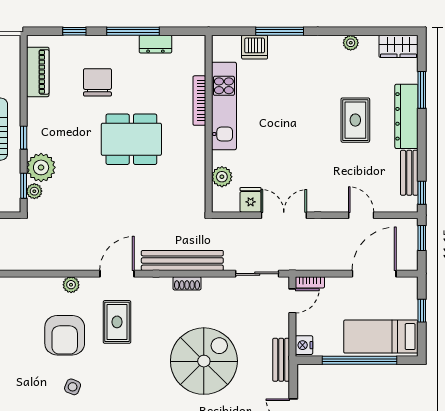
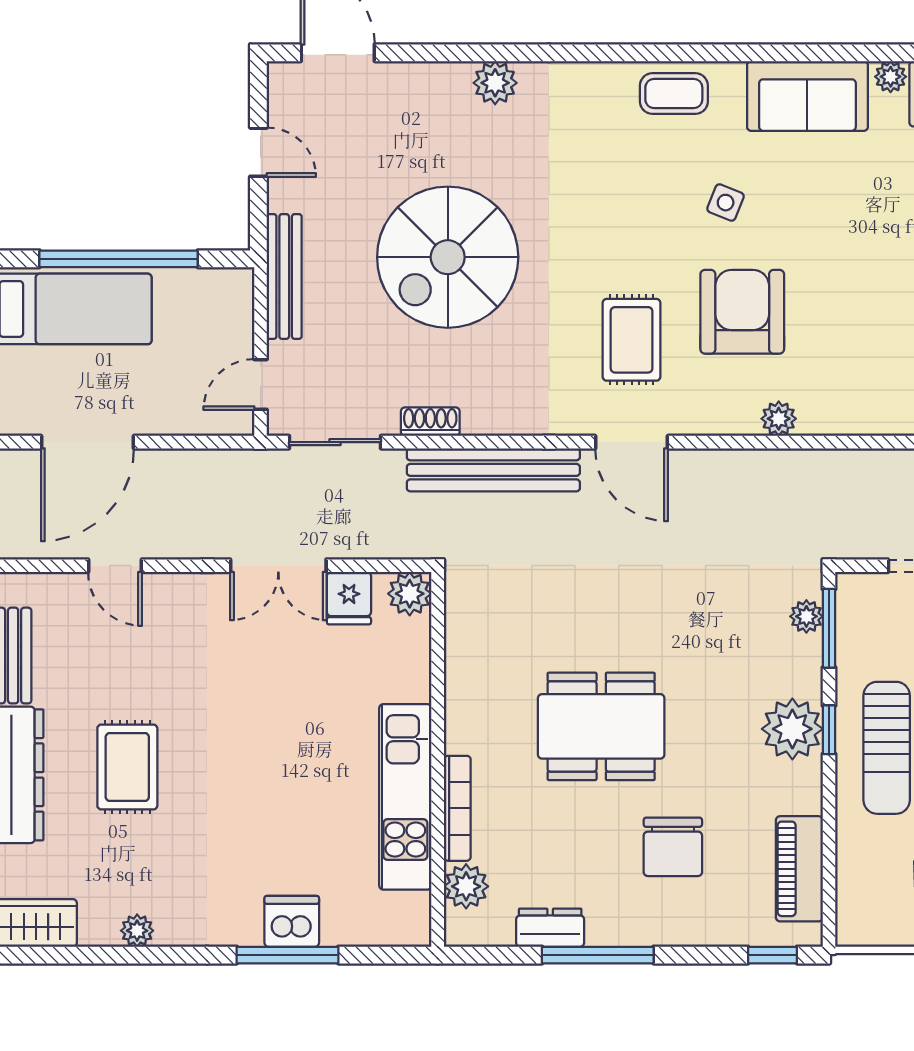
window: (74, 31) -> (773, 955), moved
dishwasher: (255, 47) -> (292, 921), moved
plant: (195, 64) -> (466, 886), added
plant: (41, 167) -> (792, 729), moved
plant: (222, 177) -> (410, 594), moved
window: (24, 186) -> (829, 628), width x1.50
door: (117, 274) -> (632, 442), hinge flipped
bookcase: (310, 282) -> (224, 424), removed
shoe rack: (187, 283) -> (430, 422), moved
plant: (71, 285) -> (779, 419), moved
nightstand: (304, 345) -> (236, 291), removed
bench: (281, 360) -> (284, 276), width x1.36

